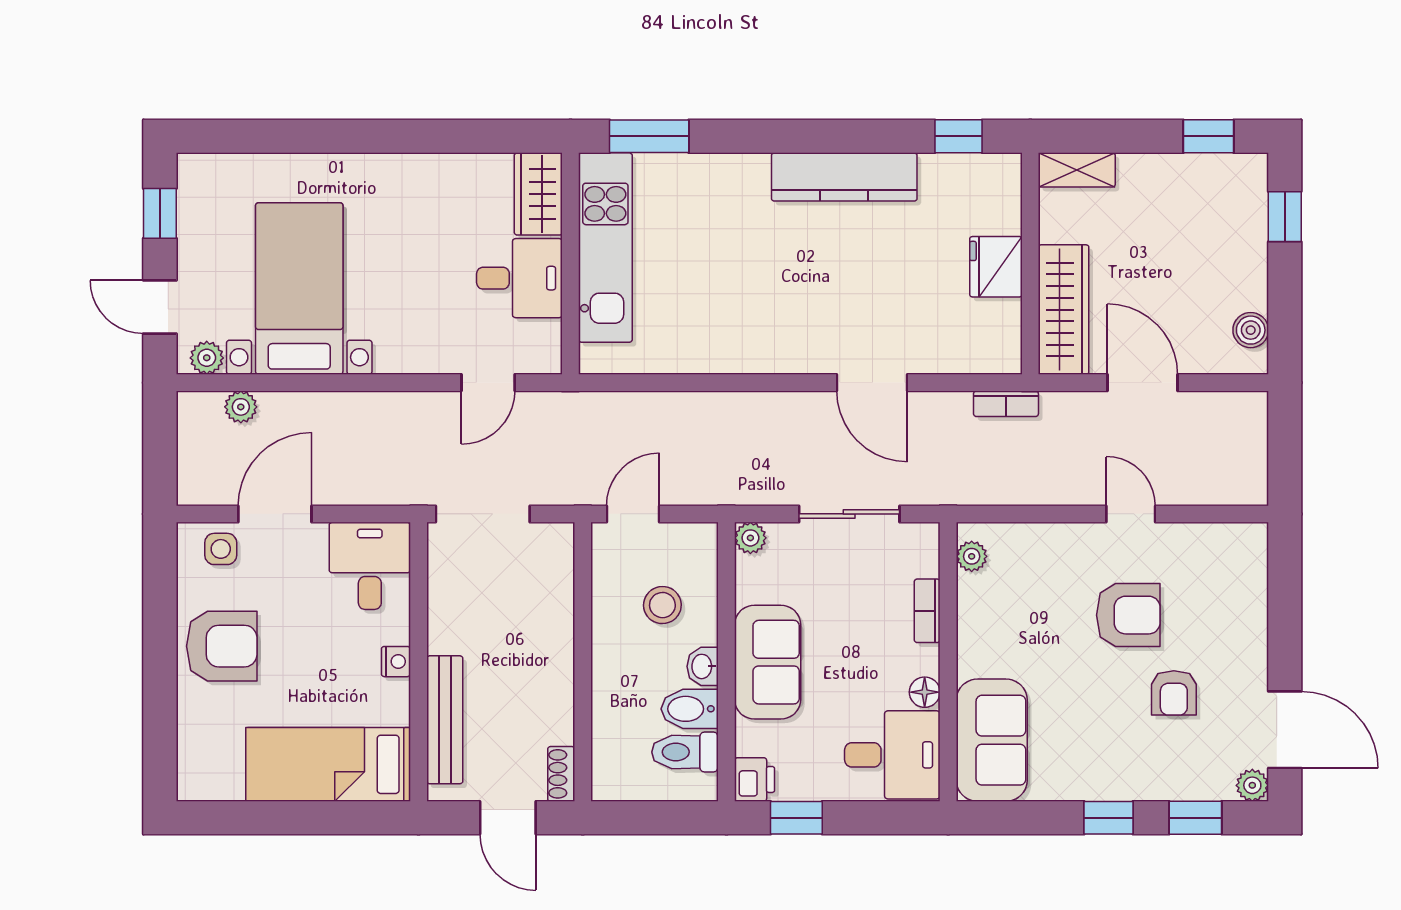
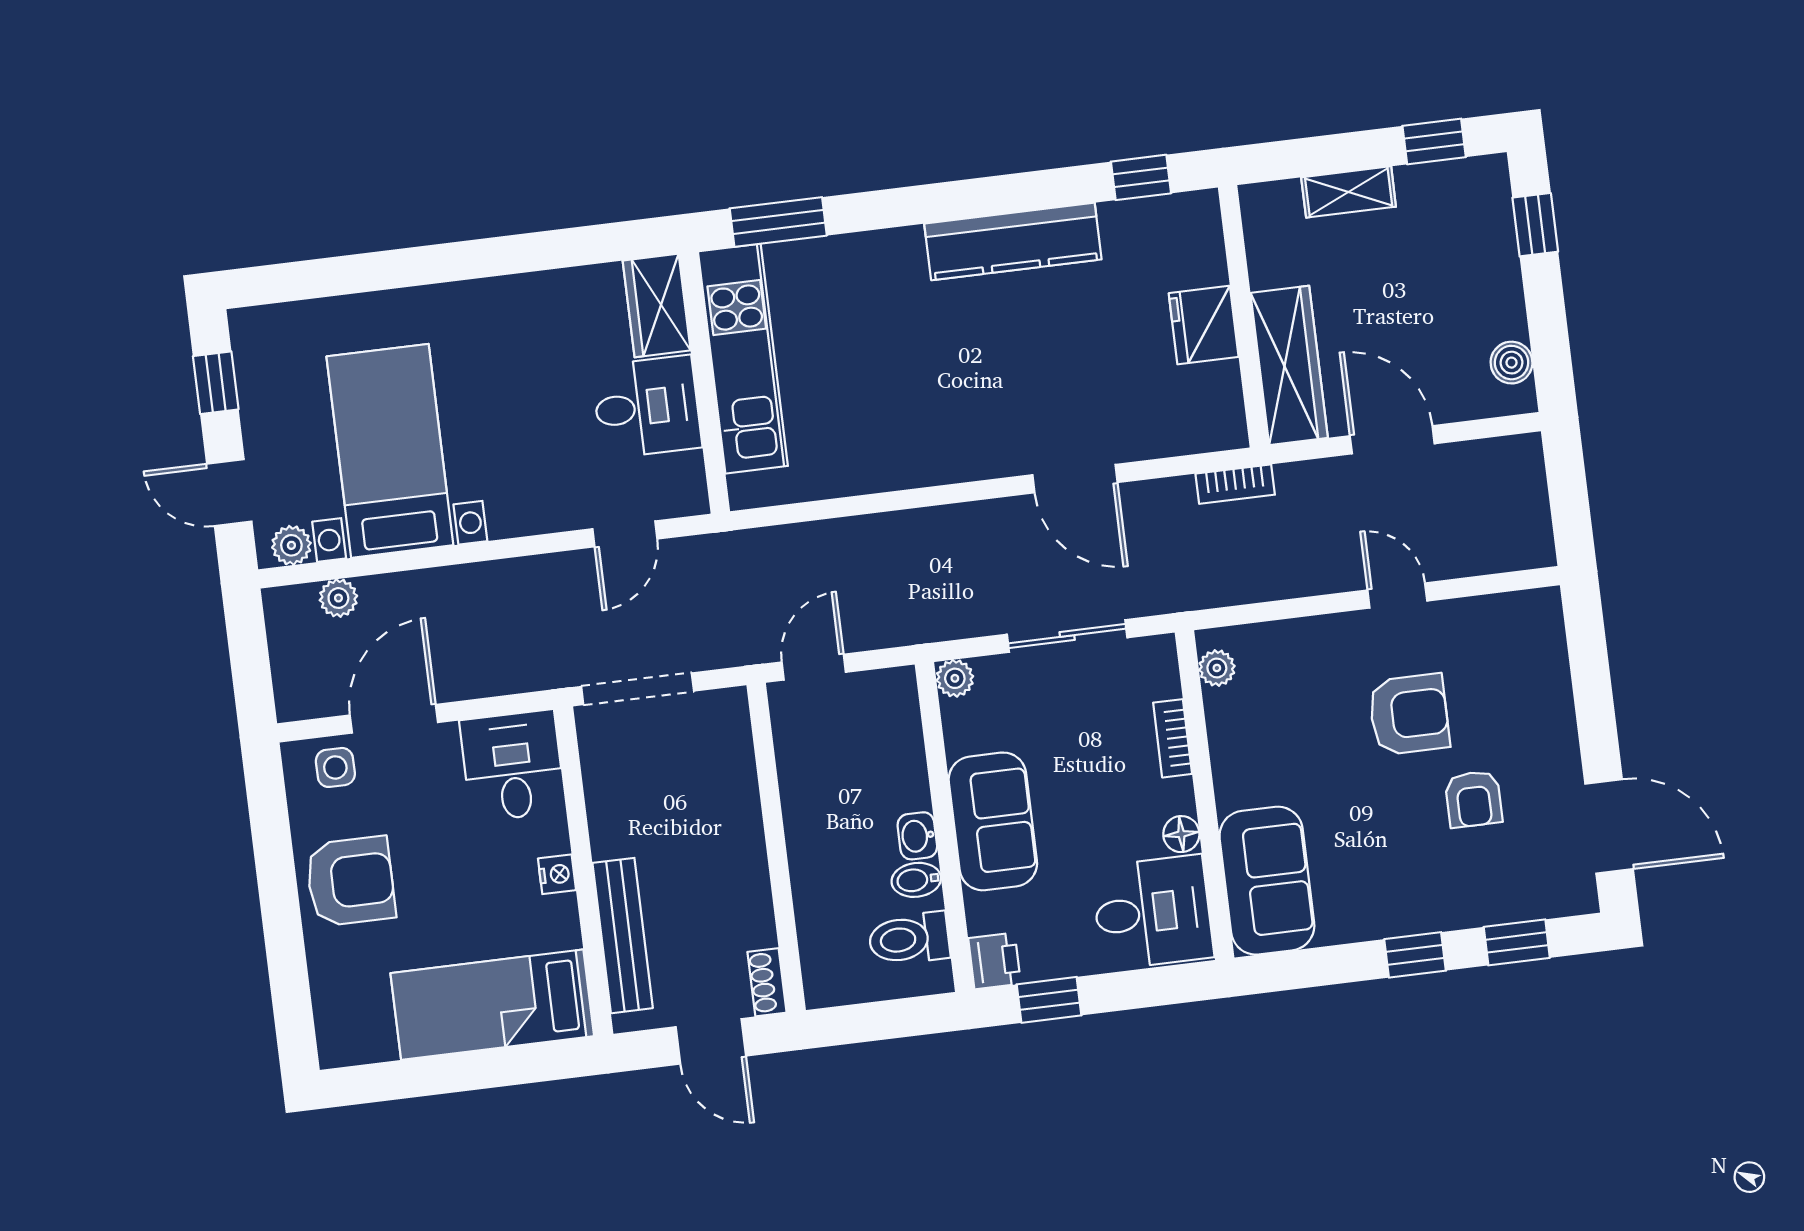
shelving: (1077, 170) -> (1349, 192), moved
stool: (662, 605) -> (861, 770), removed
bidet: (690, 709) -> (916, 880), width x0.72, depth x0.74
plant: (1252, 785) -> (1579, 896), removed

